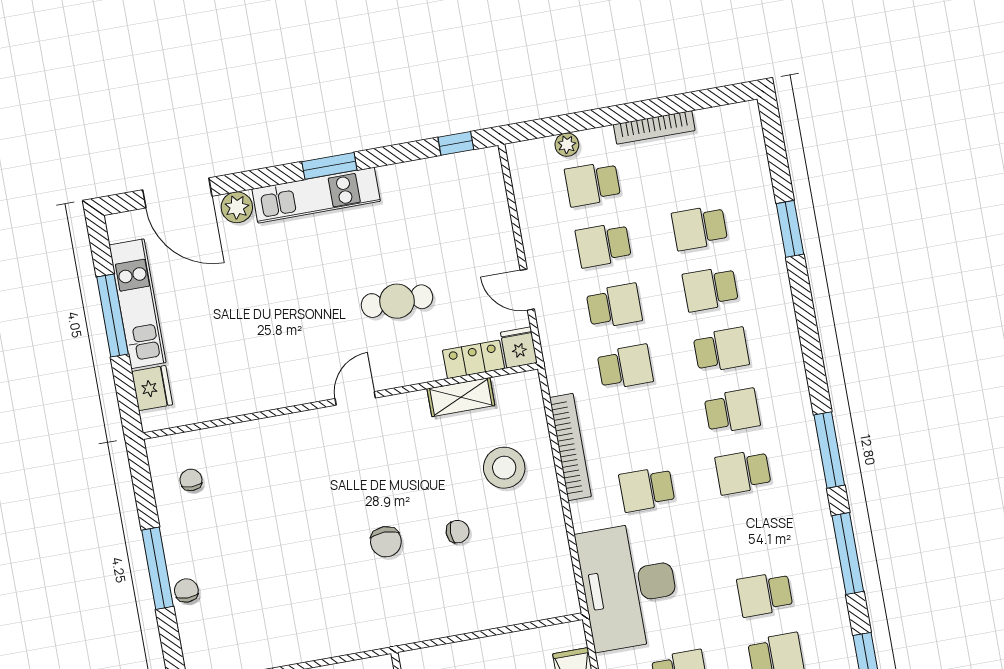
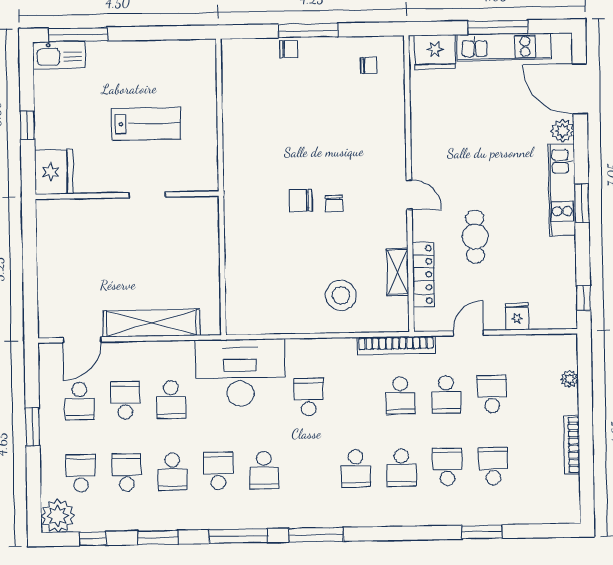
school desk: (593, 184) -> (538, 393), removed
door: (177, 193) -> (580, 89), hinge flipped
fridge: (519, 347) -> (517, 316), moved, turned -90
locker: (473, 359) -> (423, 274), width x1.53
fridge: (152, 388) -> (435, 52), width x1.36, depth x1.34
bookcase: (570, 447) -> (396, 345), moved
school desk: (743, 472) -> (264, 470), moved, turned 180
chair: (458, 532) -> (334, 204), moved

